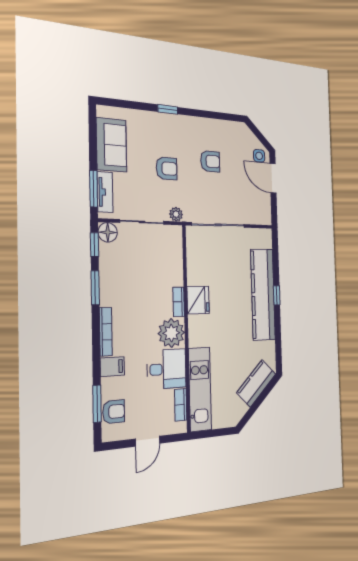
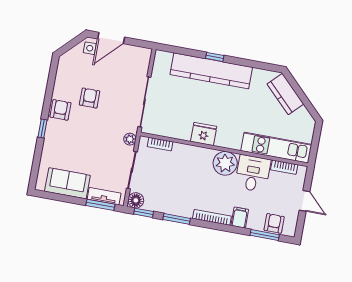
armchair: (167, 168) -> (60, 110), moved
bookcase: (179, 302) -> (160, 144), moved

